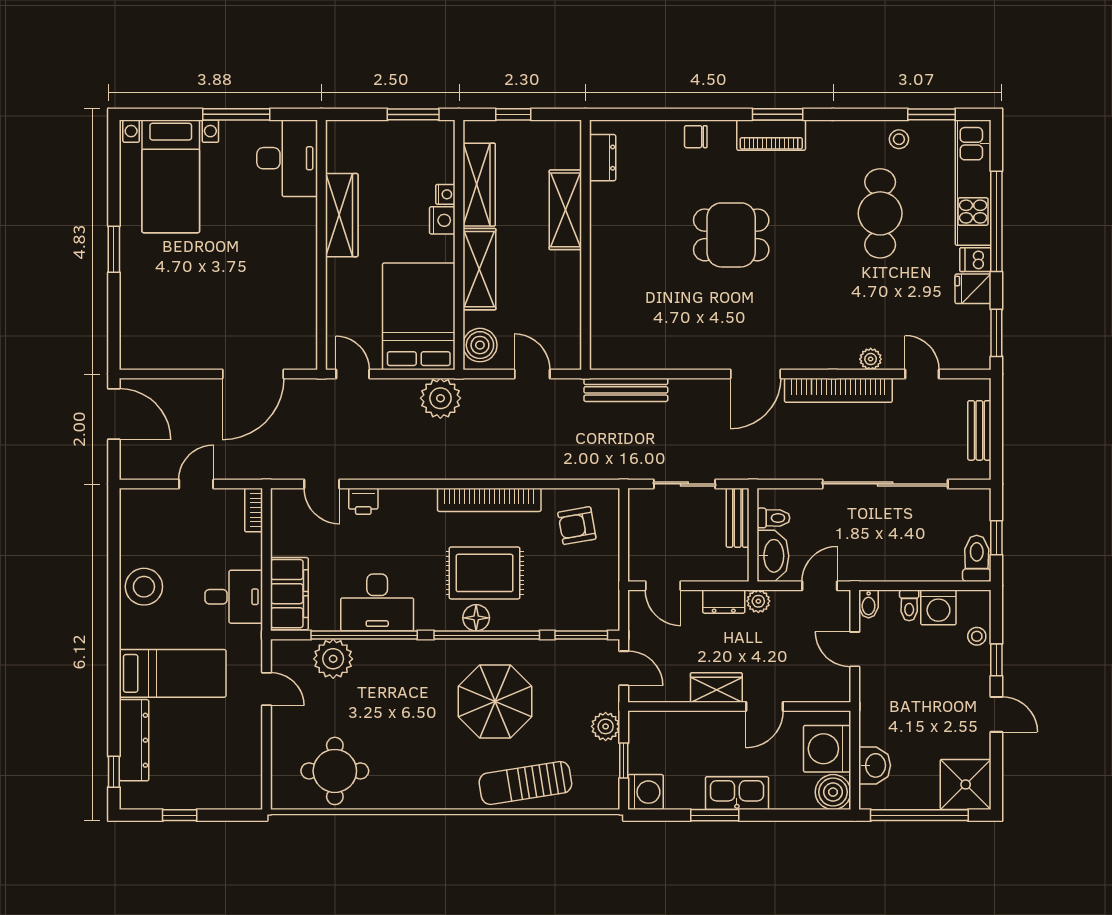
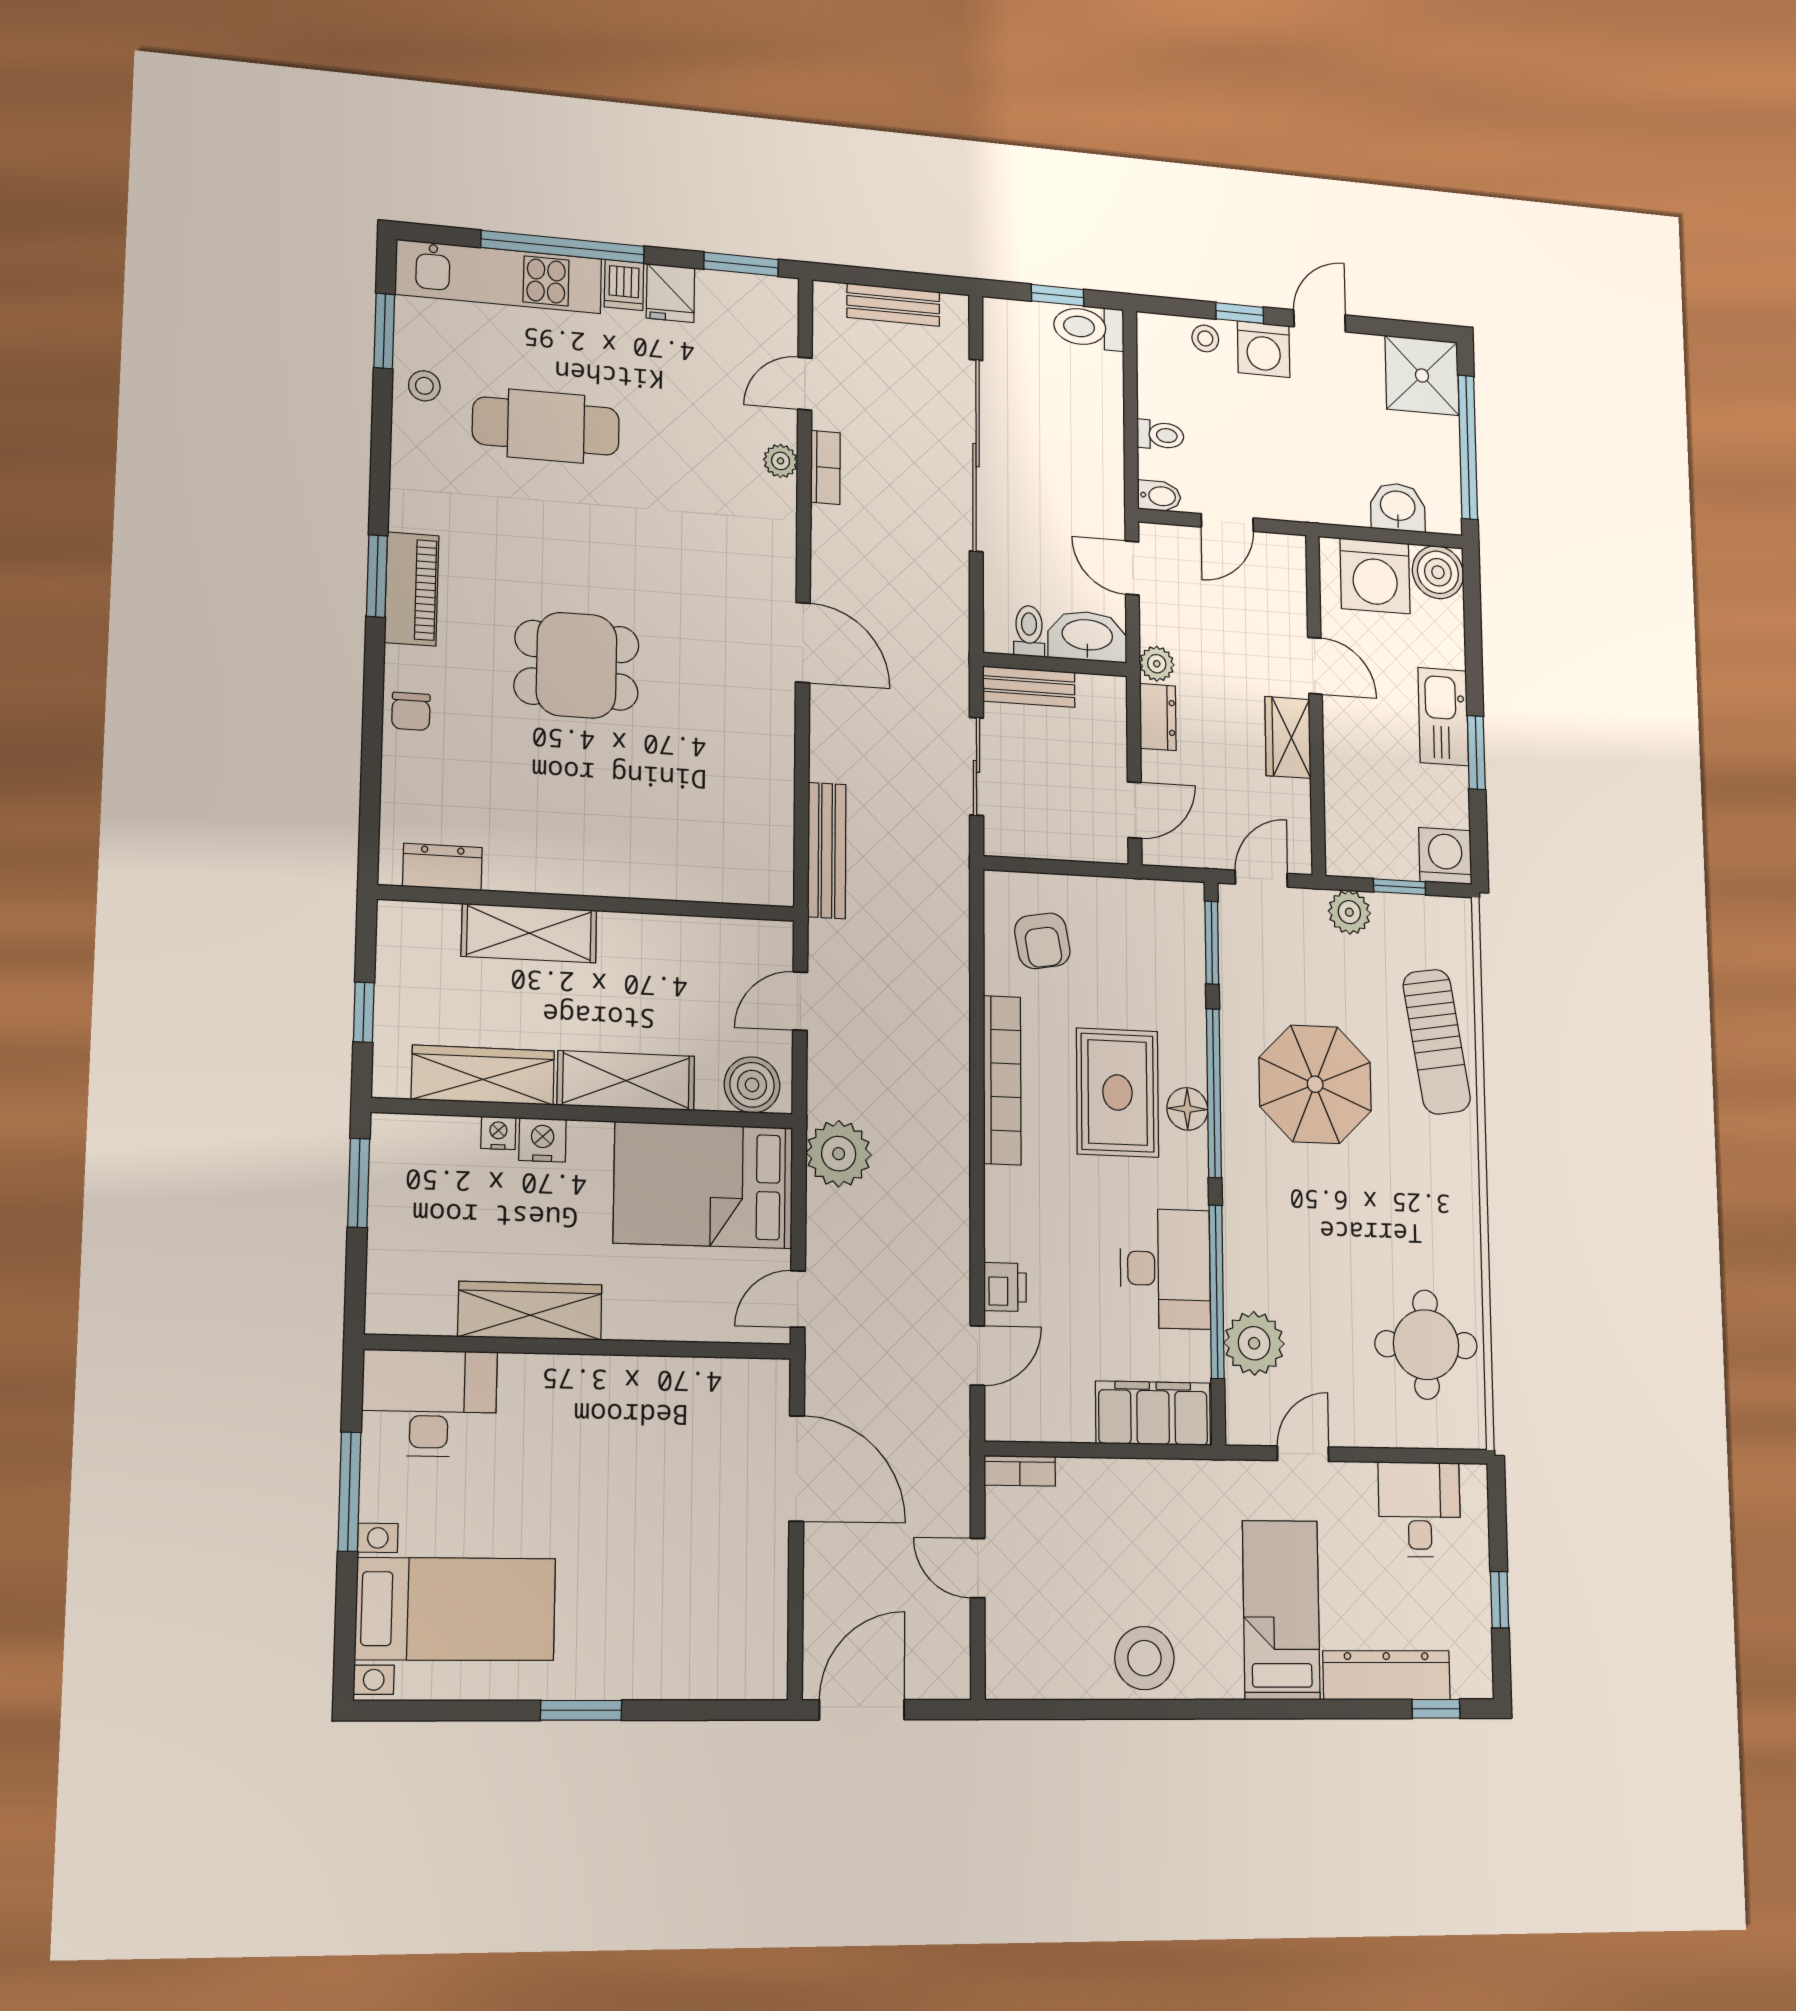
dining table: (731, 235) -> (577, 665), turned 90
bookcase: (838, 390) -> (825, 467), width x0.43, depth x0.76
desk: (234, 597) -> (1419, 1509), moved
washing machine: (938, 607) -> (1264, 349), moved, turned 90

